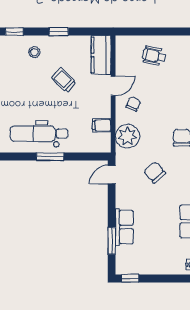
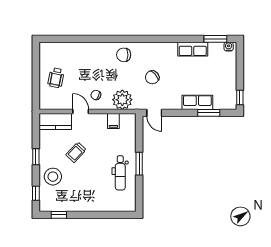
stool: (34, 52) -> (53, 177), width x1.89, depth x1.89
dental chair: (39, 134) -> (120, 173), width x0.73, depth x0.72

